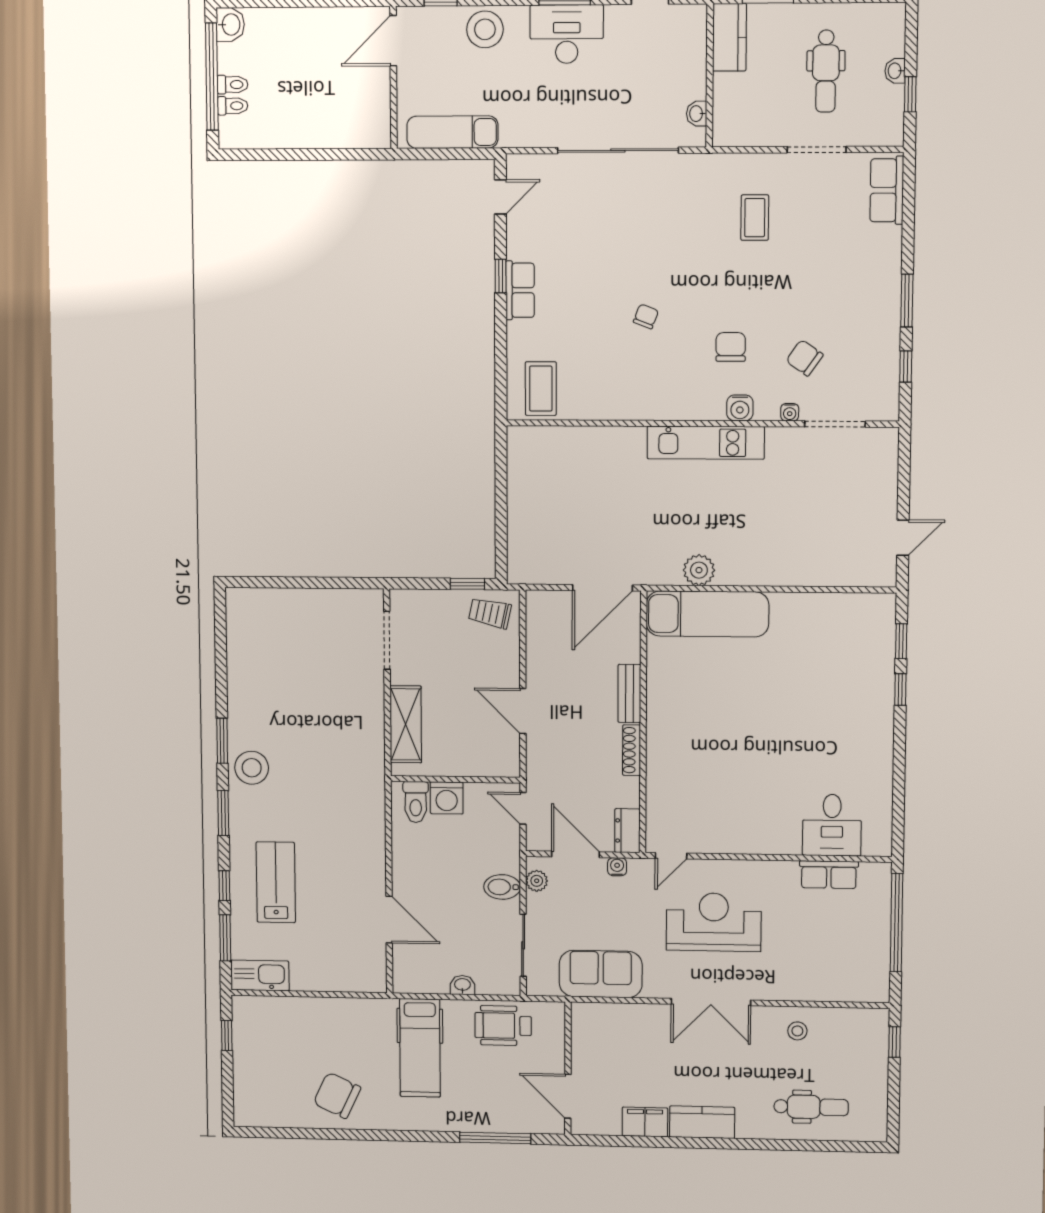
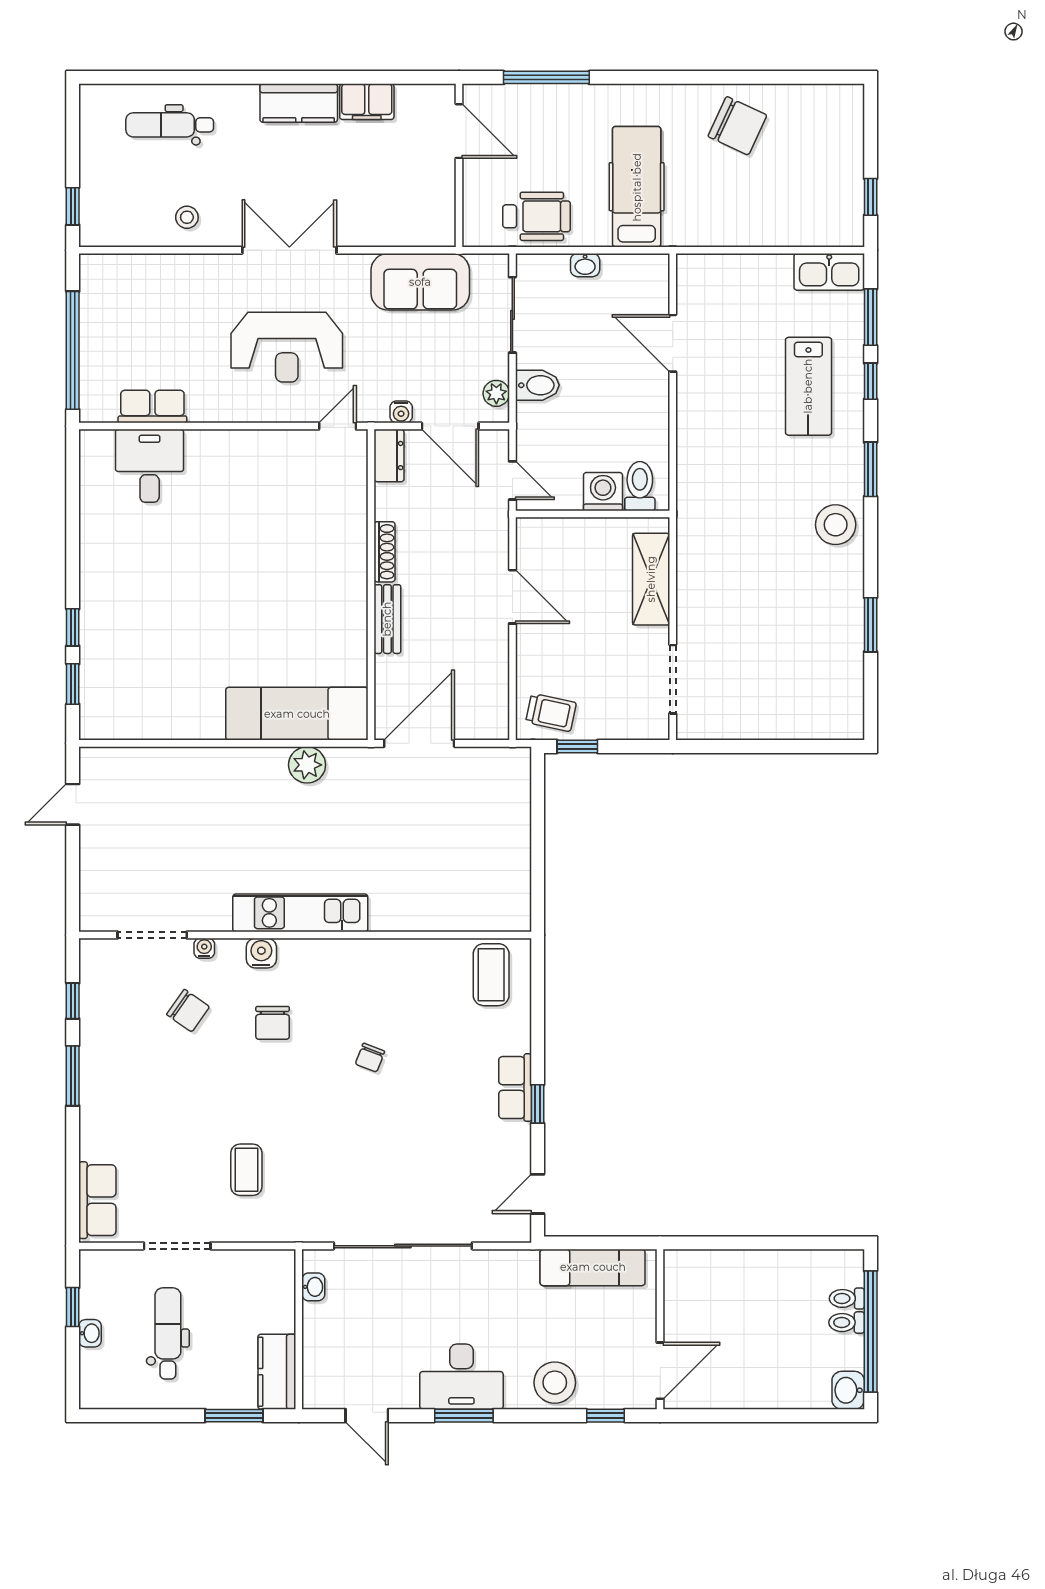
window: (222, 741) -> (871, 625), moved

